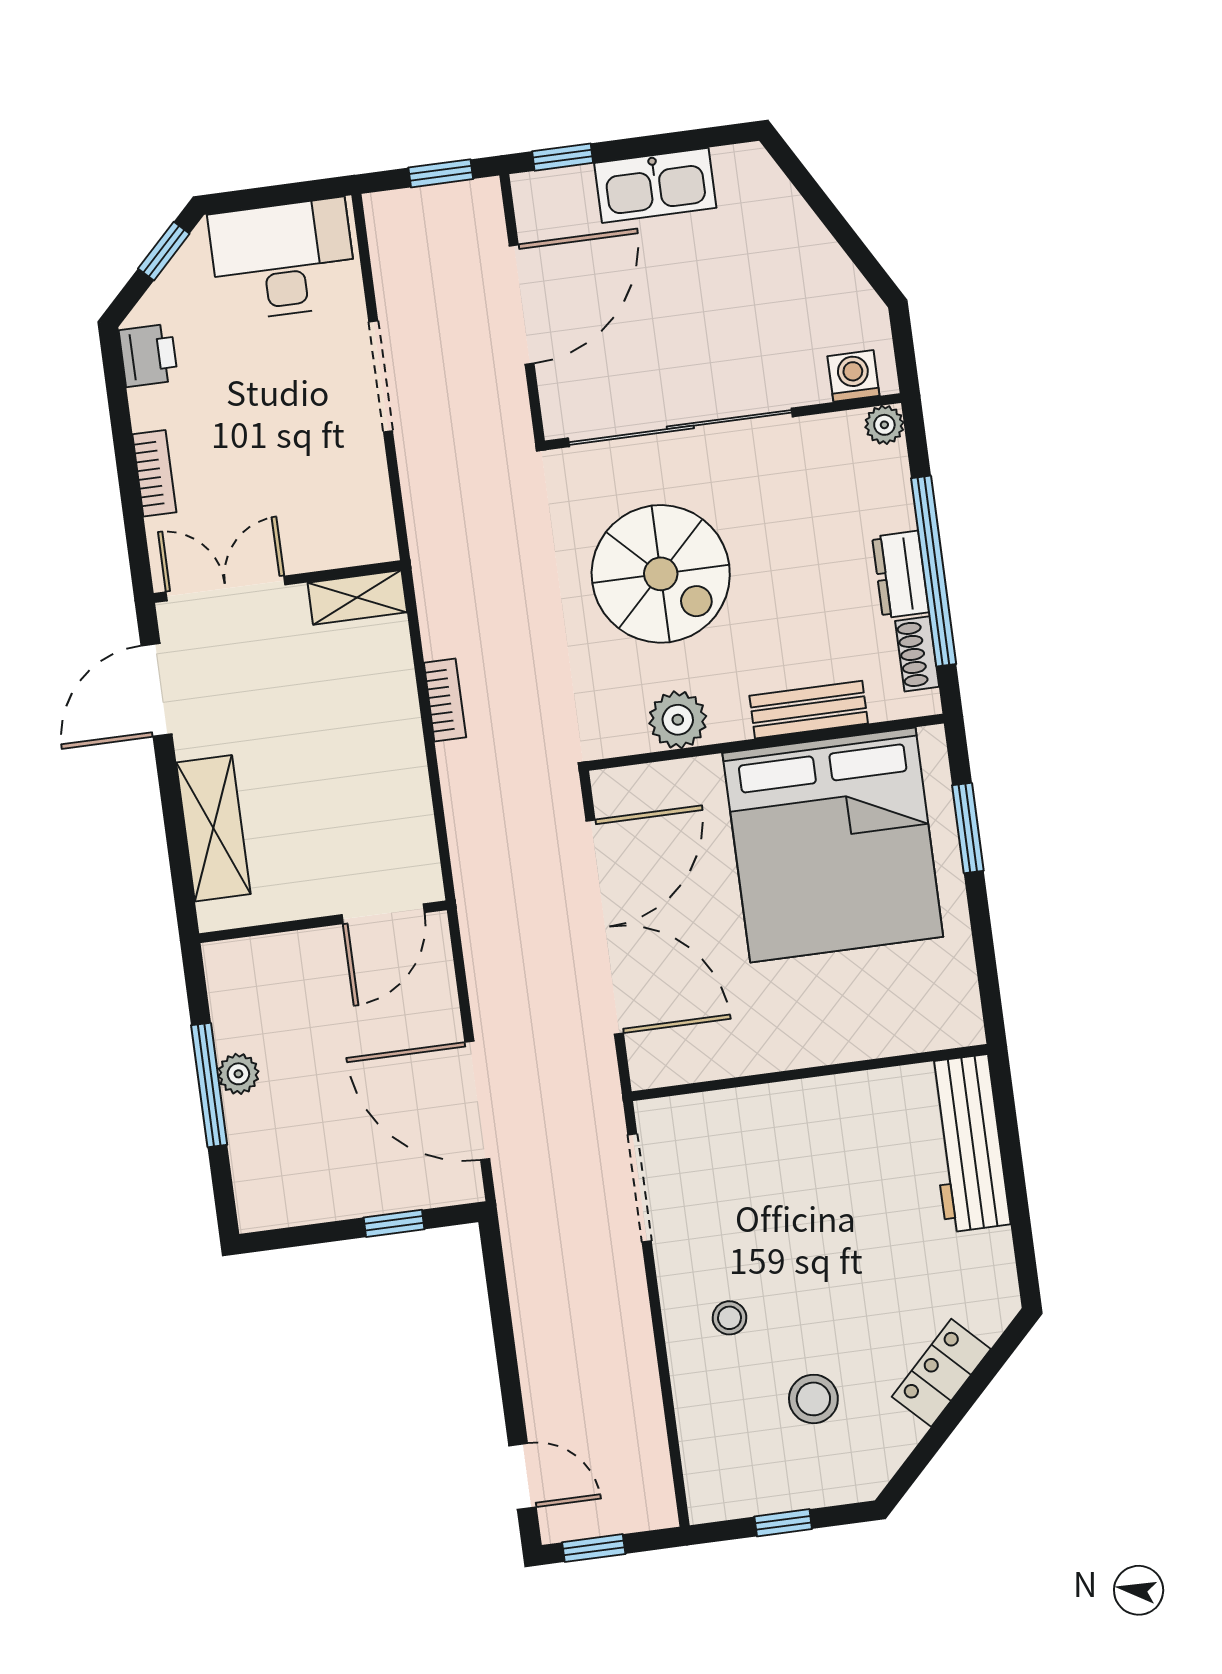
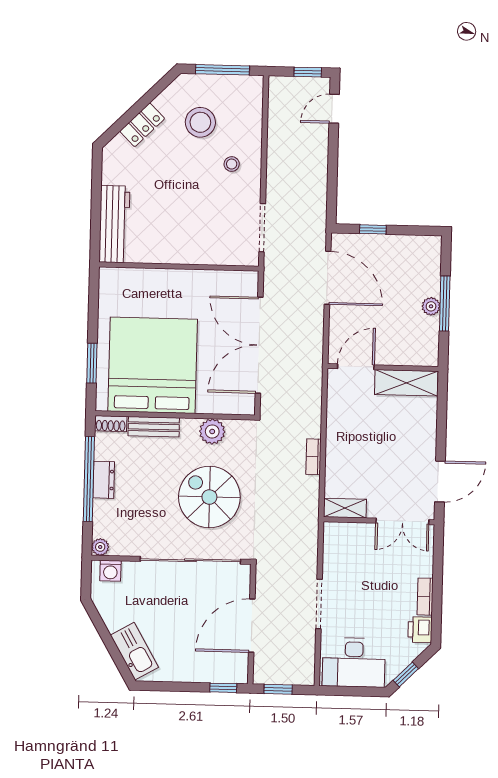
kitchen sink: (655, 185) -> (134, 651), moved, turned 60
bookcase: (154, 473) -> (425, 597), moved
shoe rack: (917, 654) -> (111, 424), moved, turned 90
shelving: (213, 828) -> (406, 383), moved, turned 90
stool: (813, 1399) -> (200, 122), width x1.38, depth x1.38
door: (522, 1476) -> (334, 109), hinge flipped
window: (783, 1523) -> (222, 70), width x2.17

